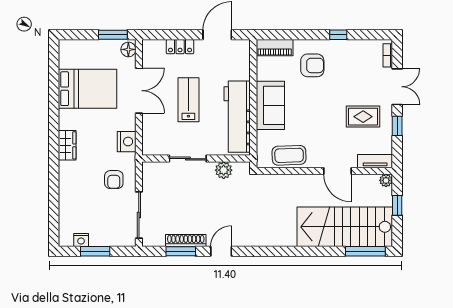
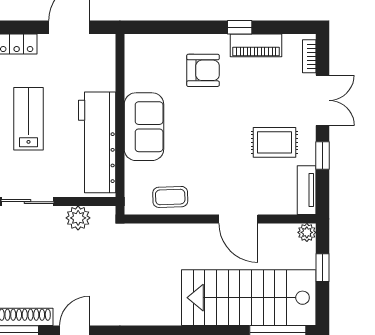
piano: (275, 48) -> (256, 45), moved
coffee table: (289, 155) -> (170, 197), width x0.73, depth x0.77
tv unit: (375, 161) -> (307, 190), moved, turned -90

